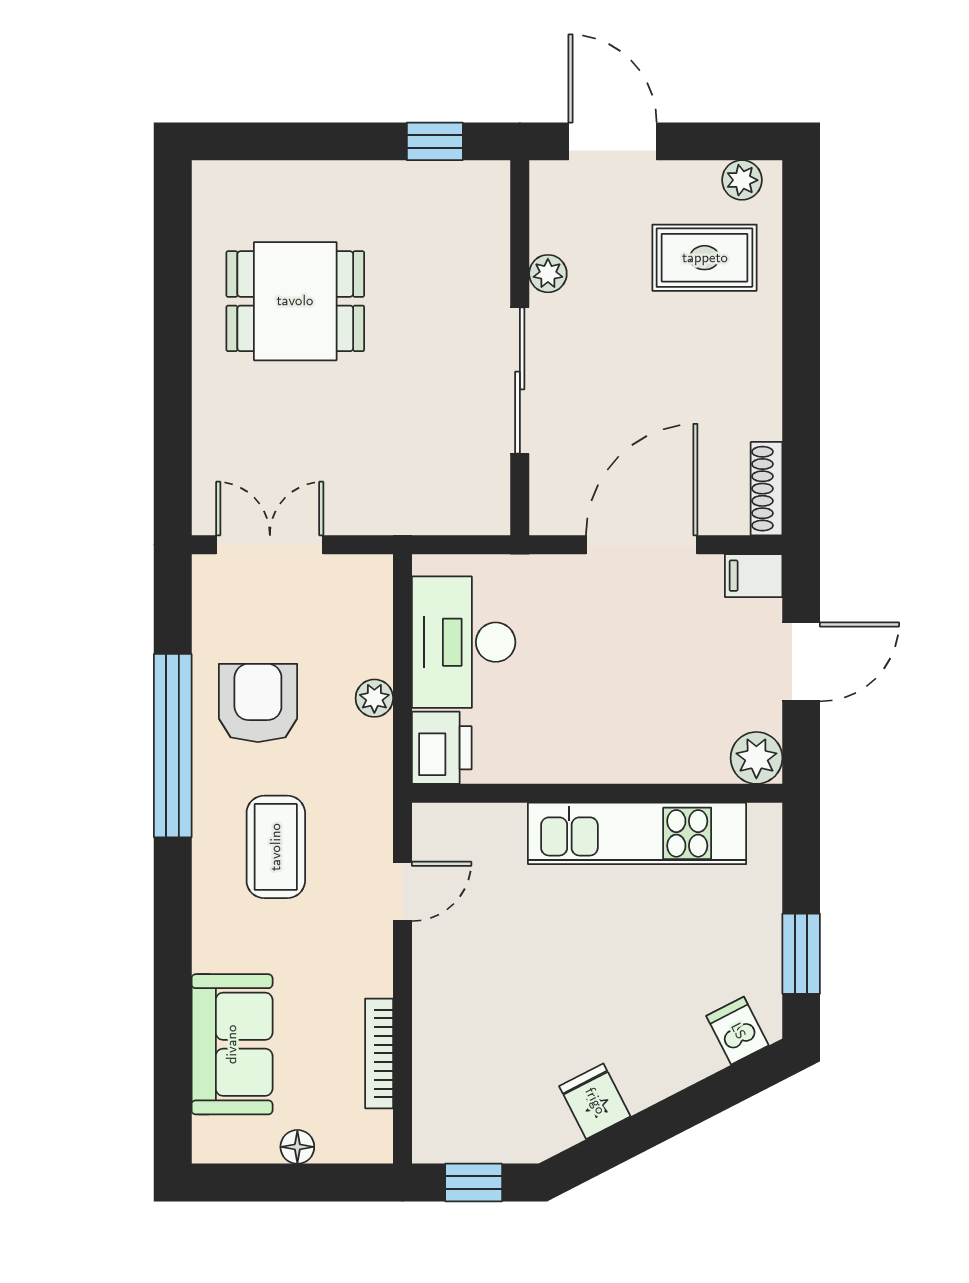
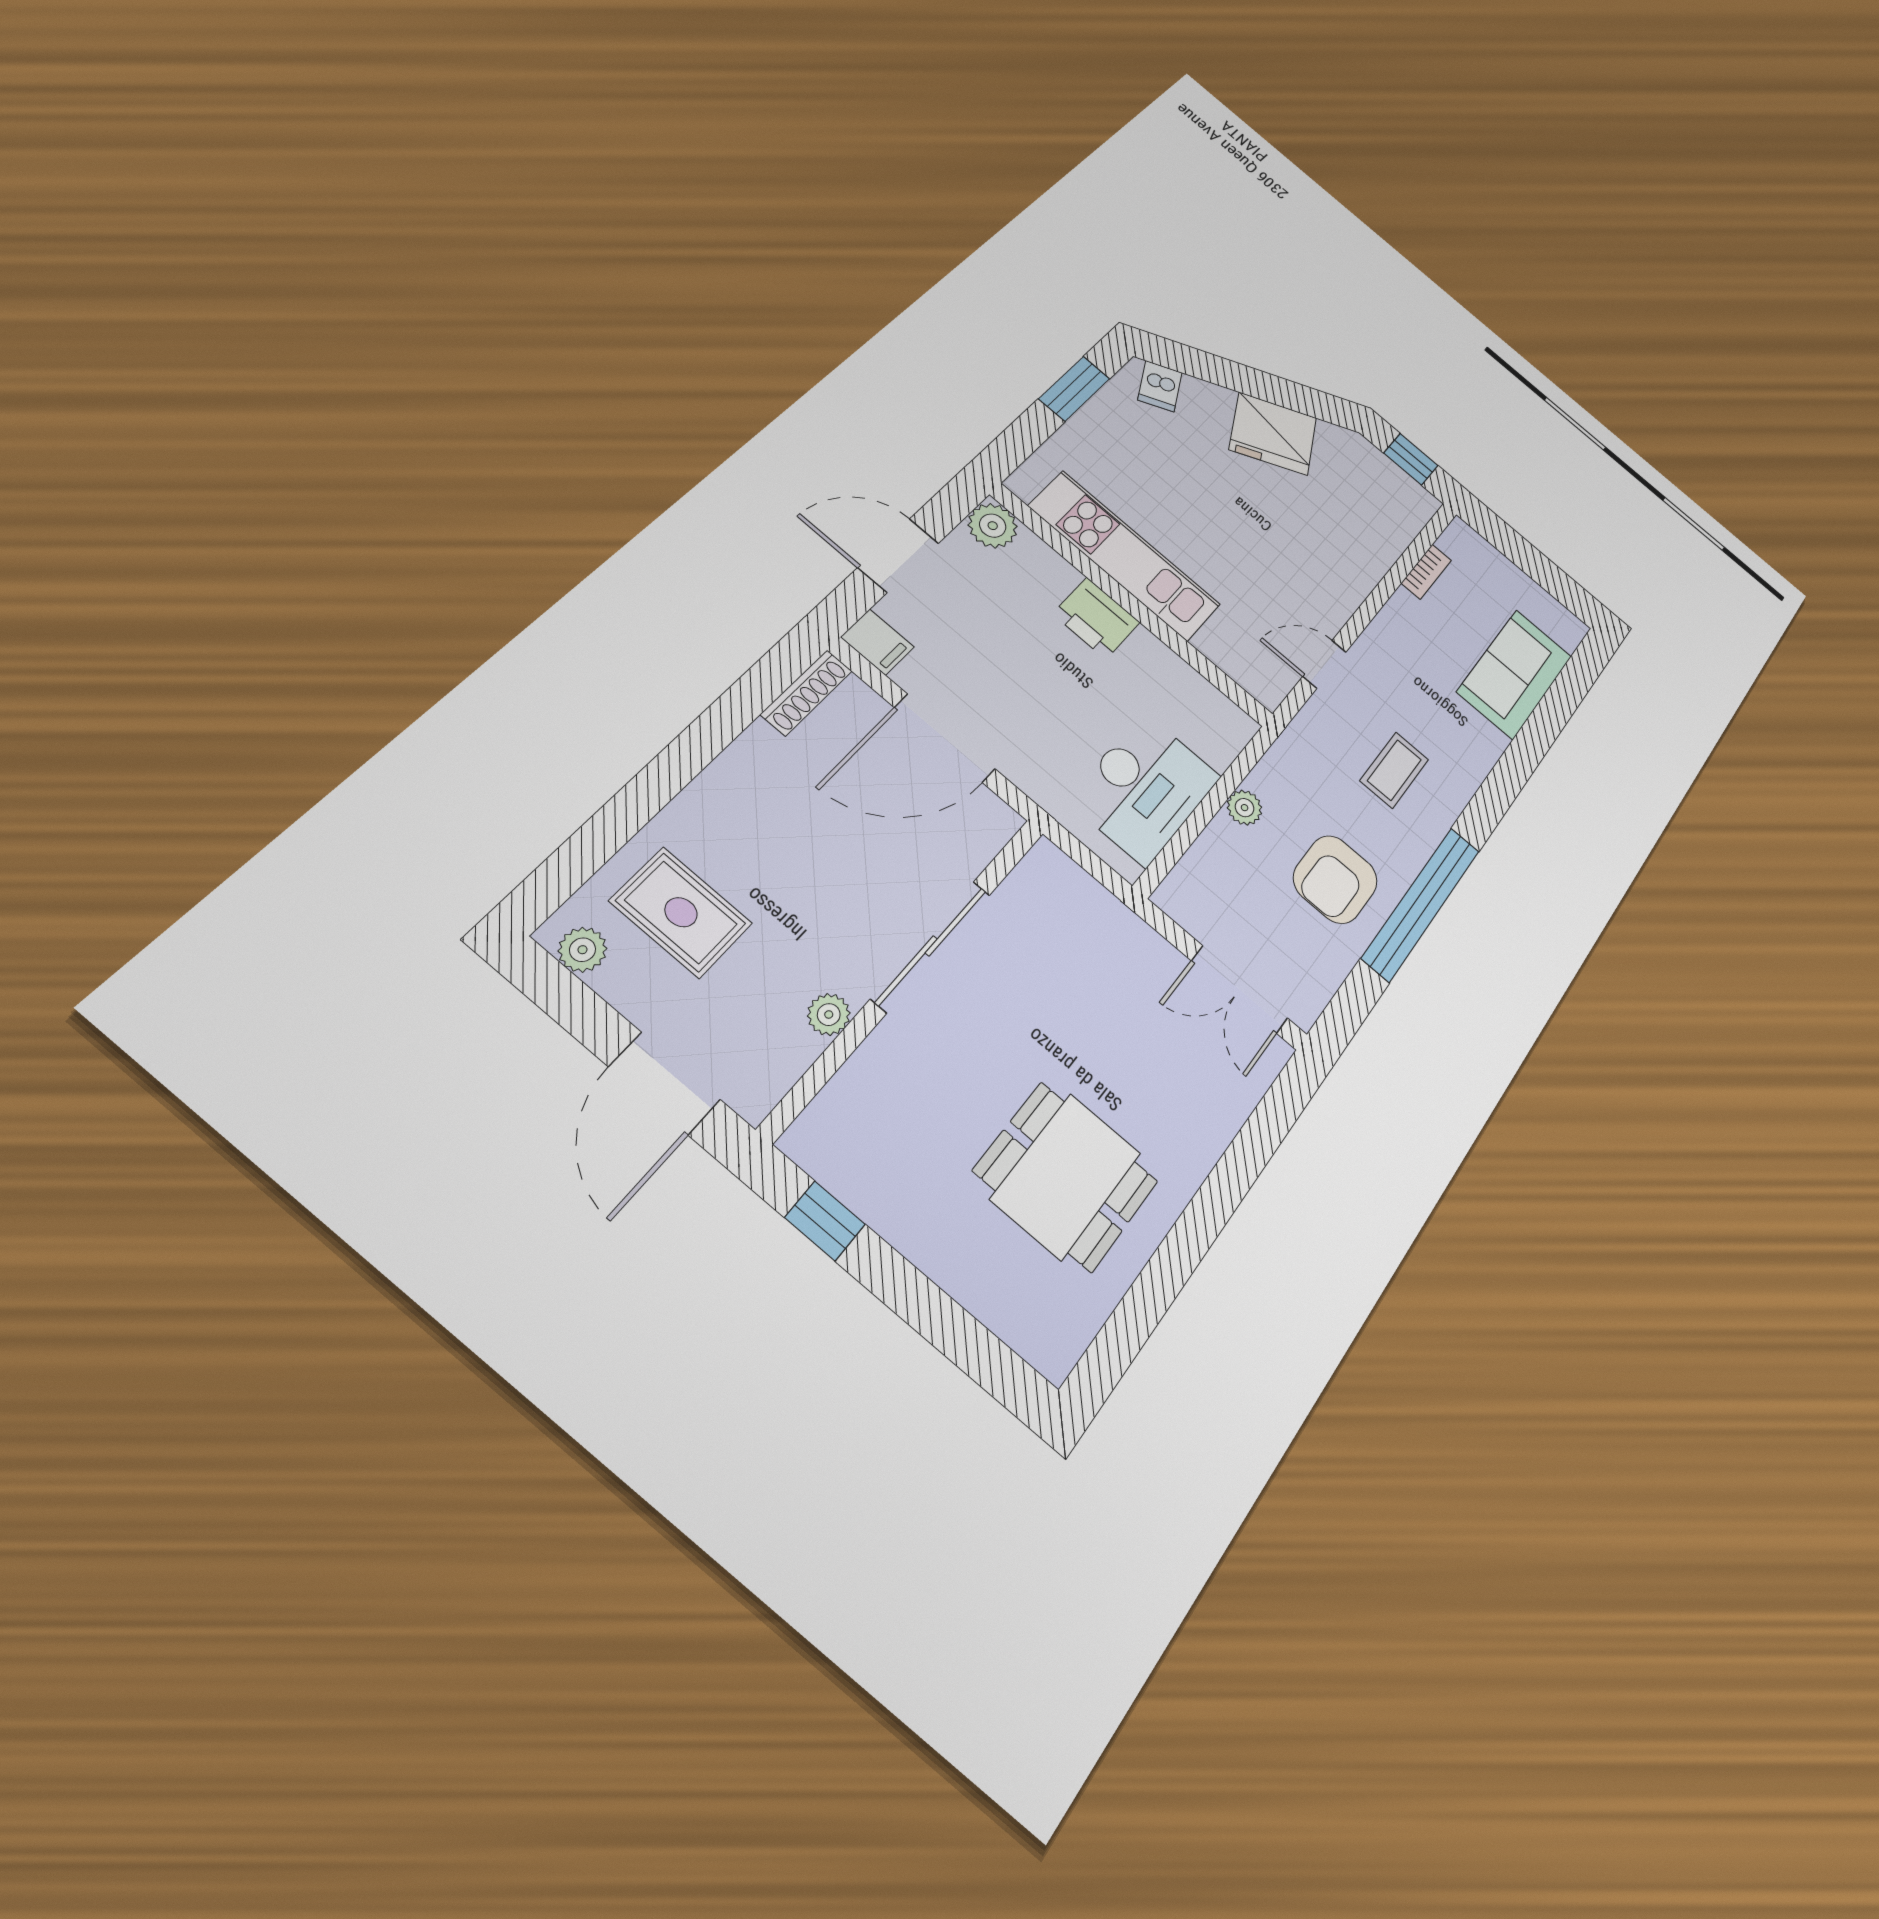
printer: (442, 748) -> (1096, 618), moved, turned -90
coffee table: (276, 847) -> (1394, 770), width x0.73, depth x0.77
bookcase: (379, 1053) -> (1426, 572), width x0.64
fridge: (595, 1101) -> (1273, 434), width x1.88, depth x1.34
floor lamp: (297, 1147) -> (1513, 578), removed

